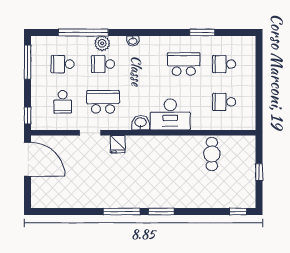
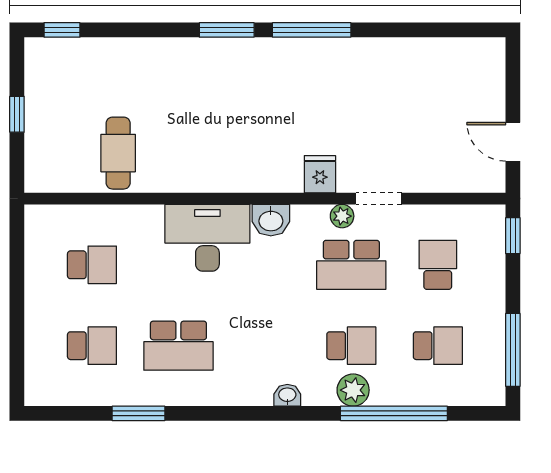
plant: (107, 125) -> (342, 216), added
door: (28, 159) -> (513, 142), width x0.53

